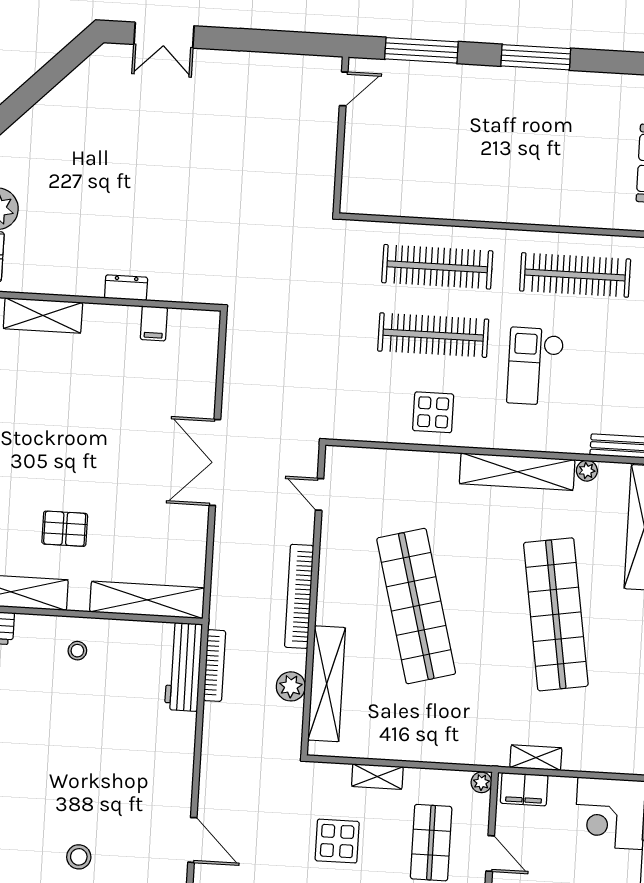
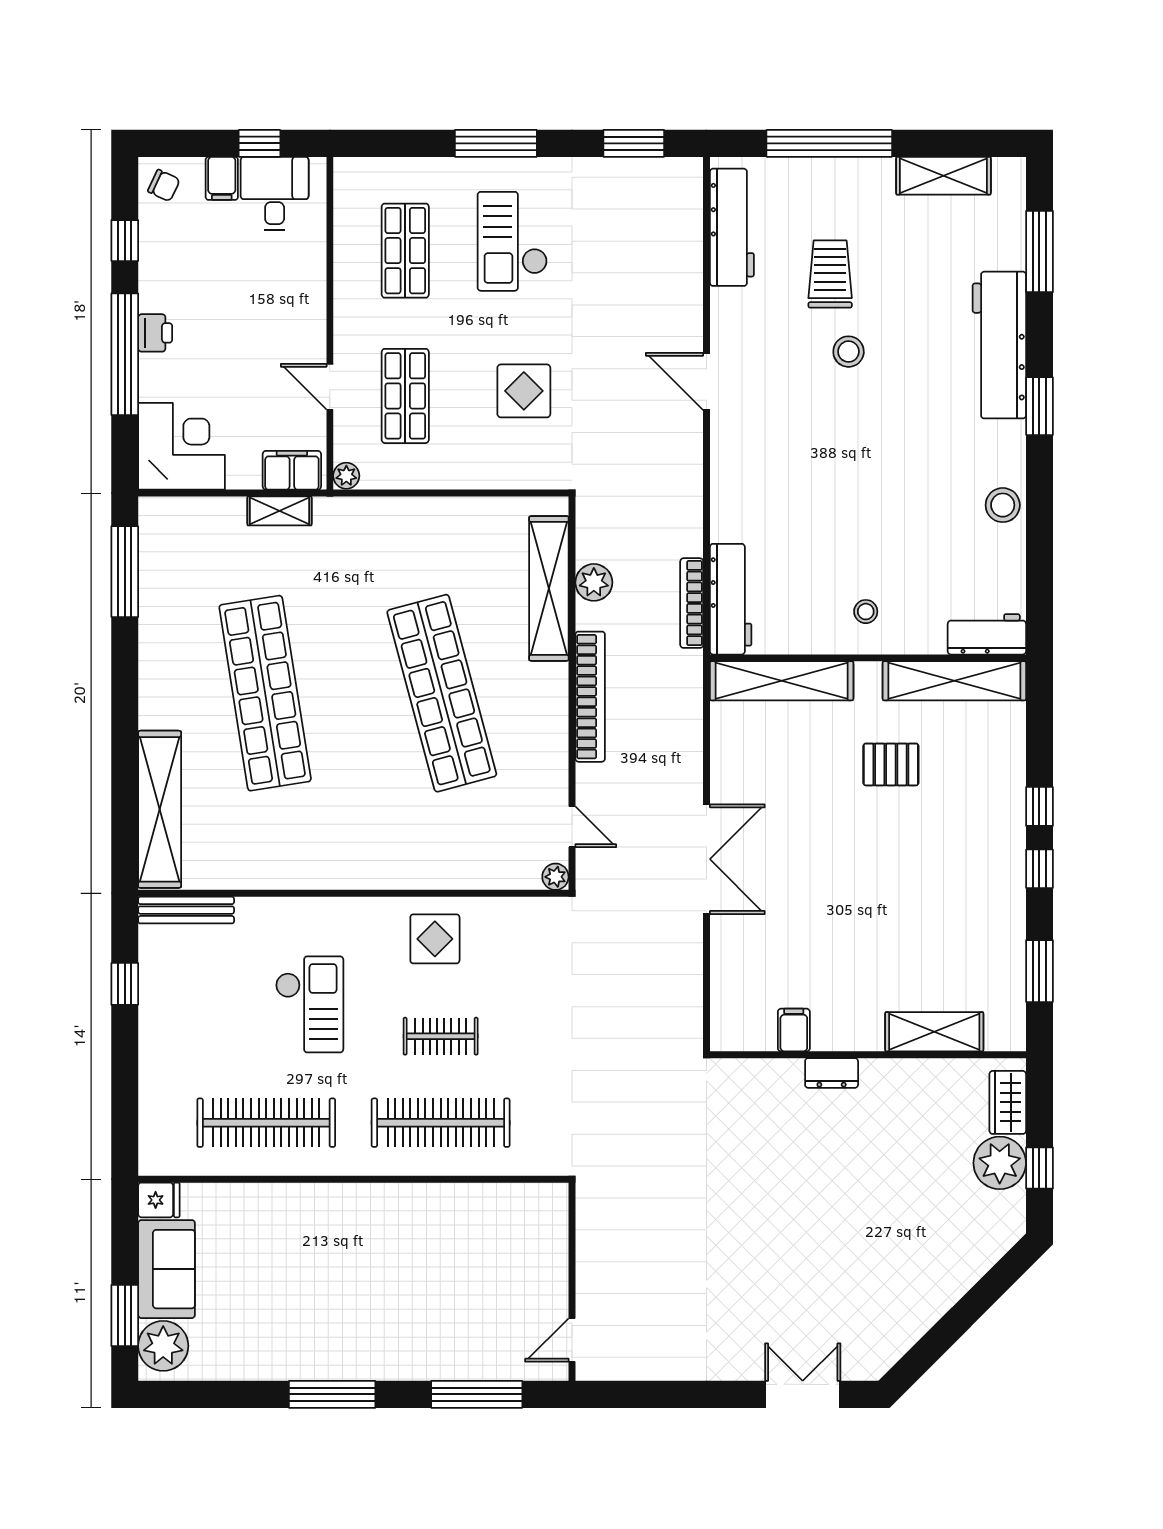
clothes rail: (433, 335) -> (441, 1036), width x0.54, depth x0.76
plant: (587, 471) -> (555, 877), moved
shelving: (517, 472) -> (325, 870), removed
shelving: (377, 777) -> (478, 475), removed

